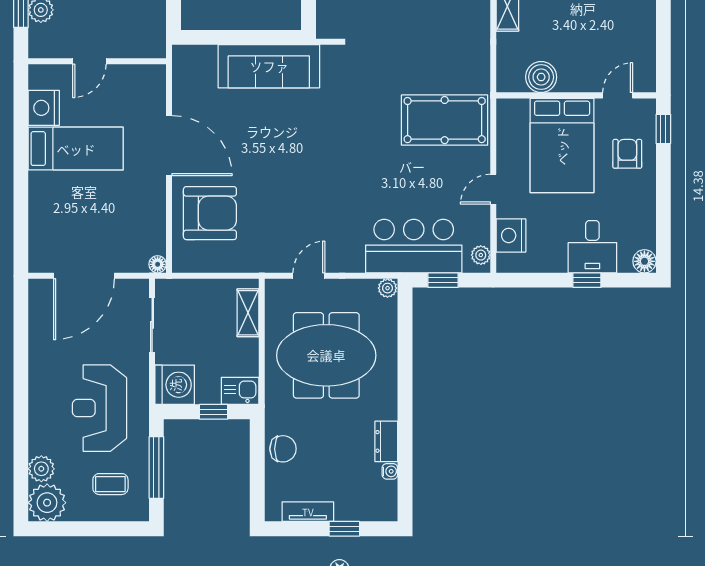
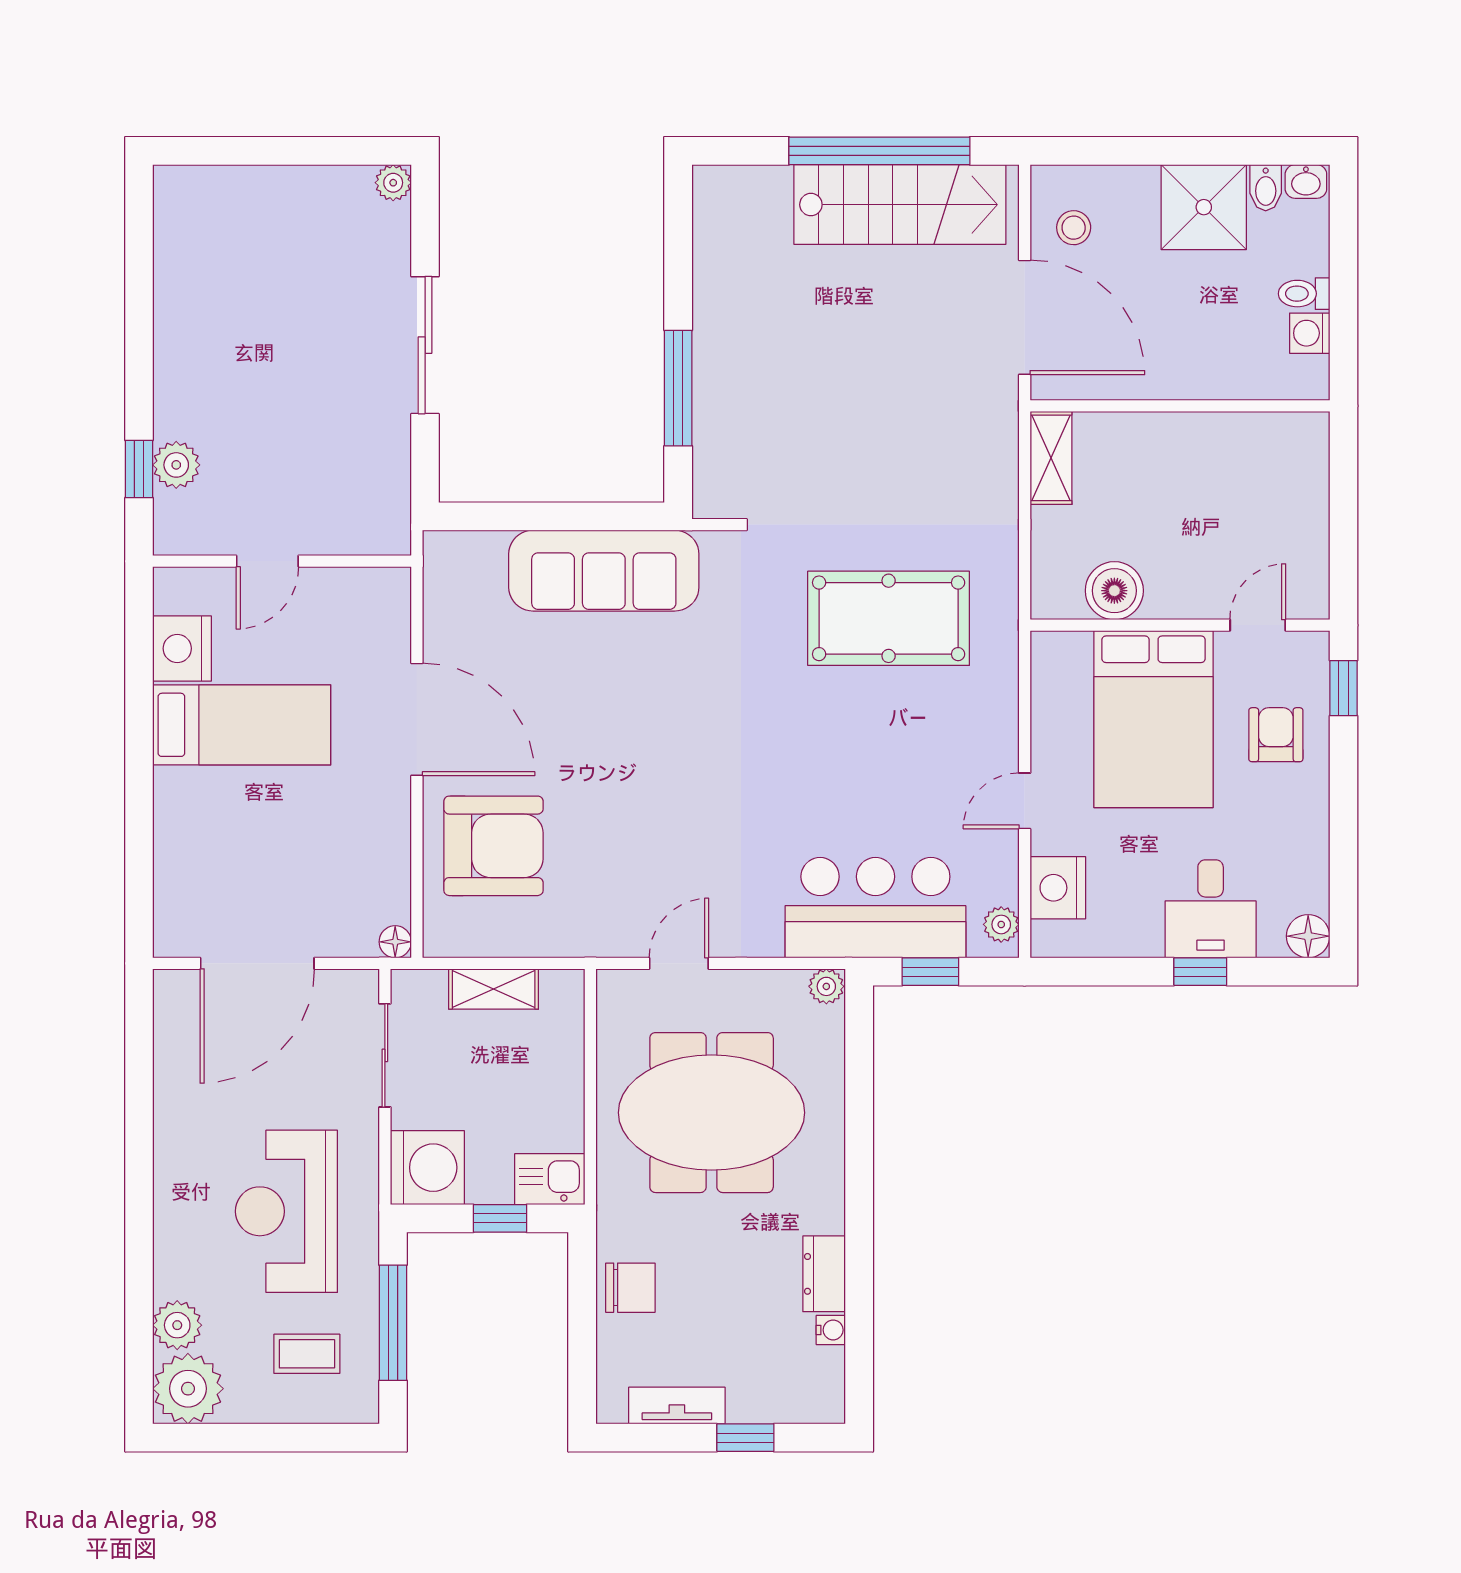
pool table: (445, 120) -> (889, 618), moved
shelving: (248, 313) -> (494, 989), moved, turned 90

